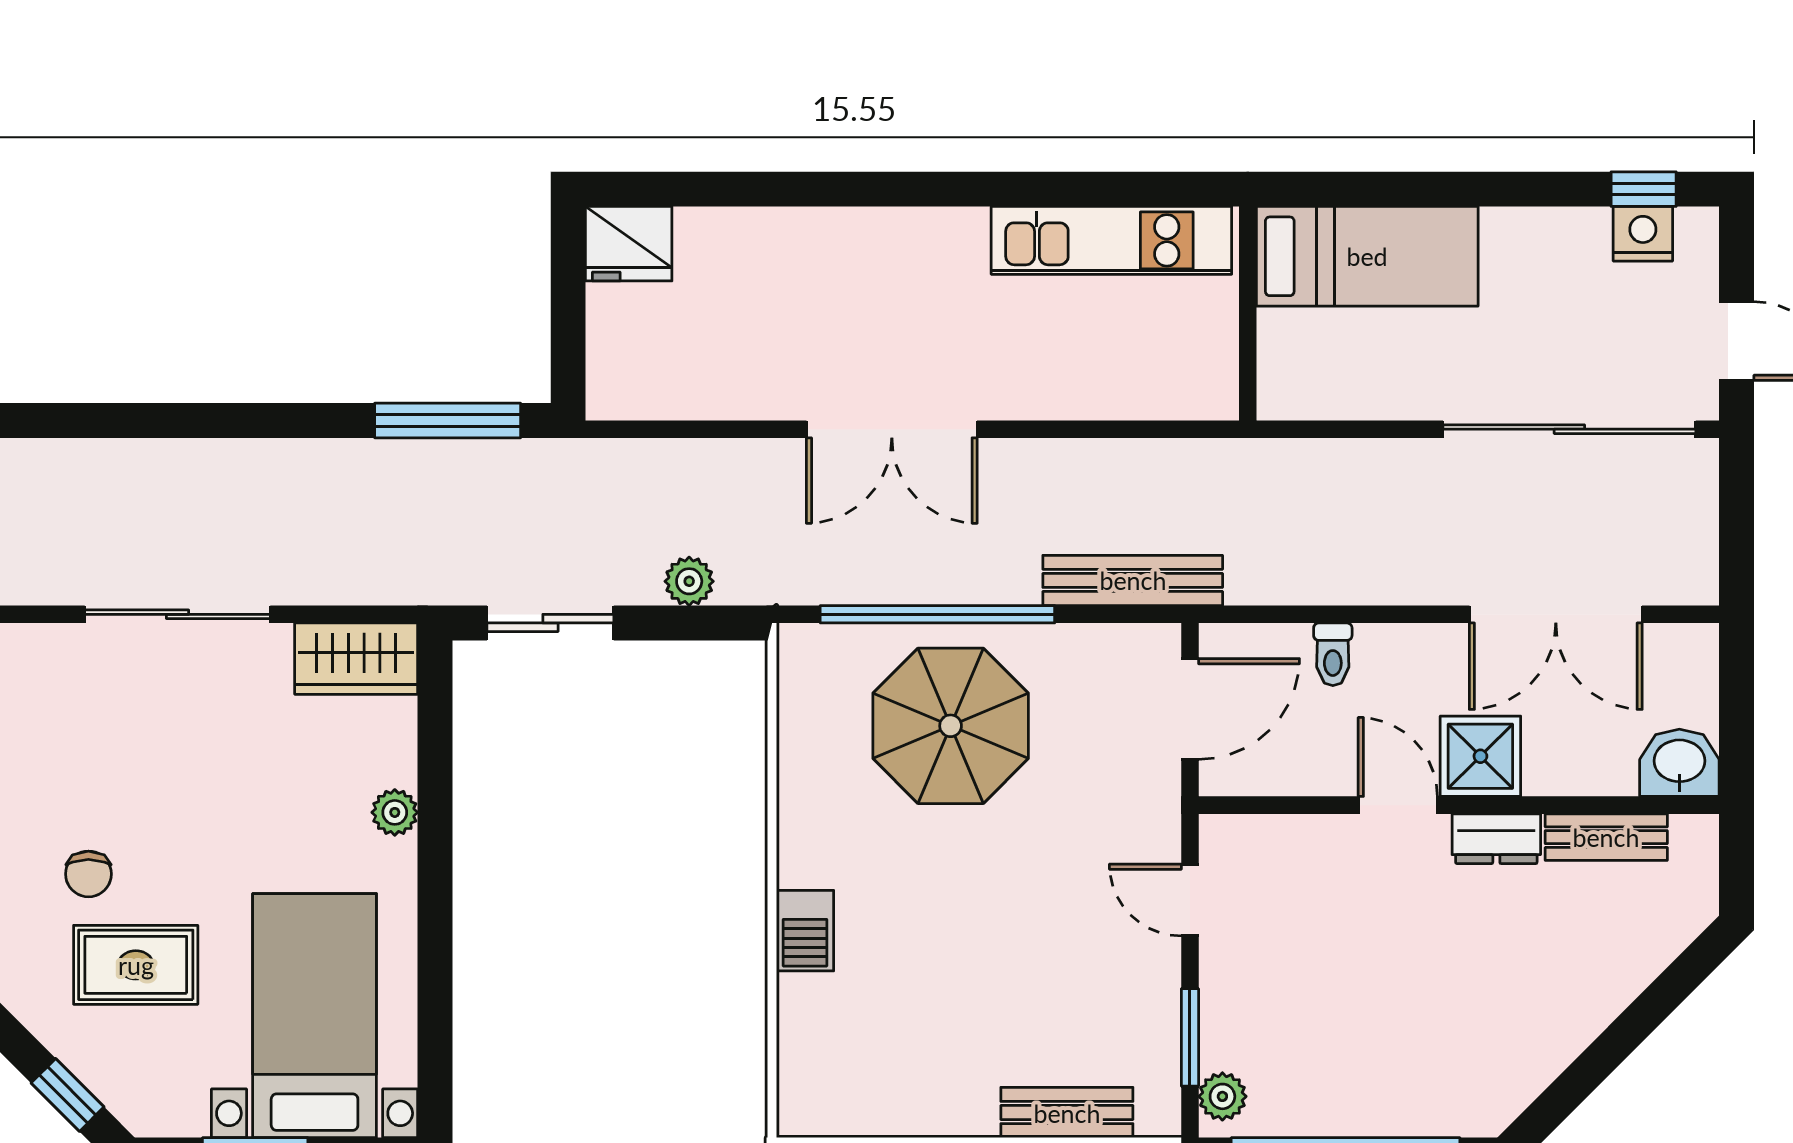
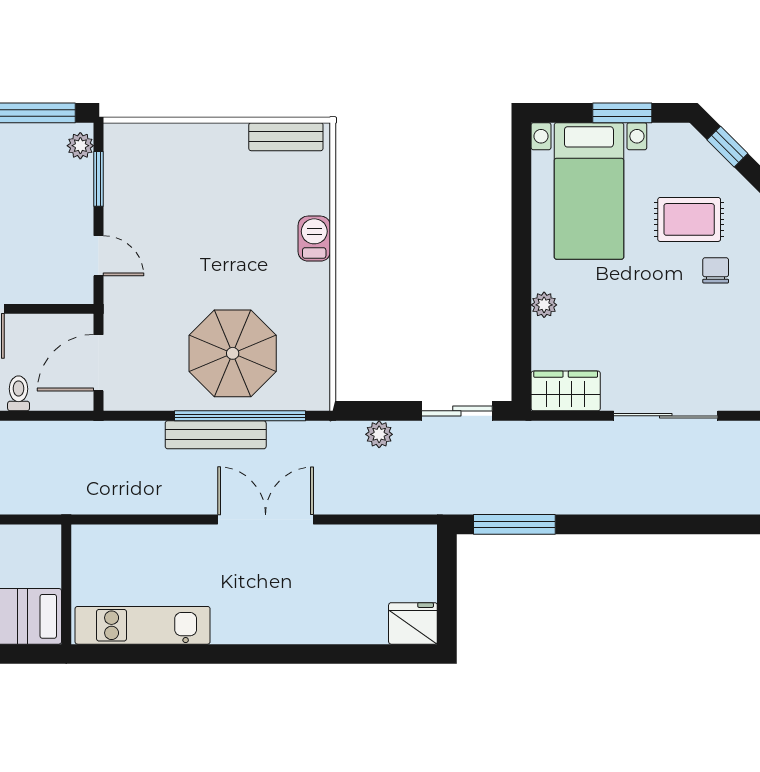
bench: (1133, 580) -> (216, 435), moved
bench: (1067, 1113) -> (286, 137), moved

